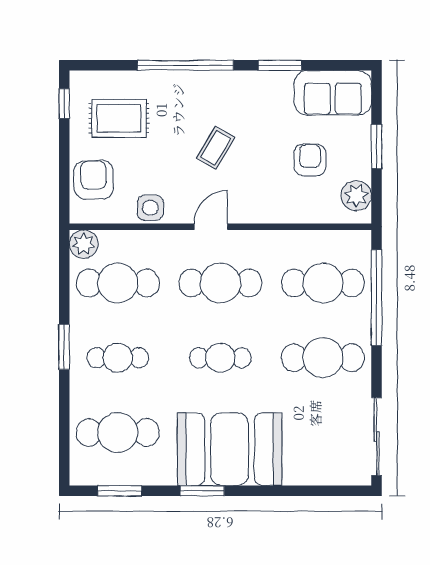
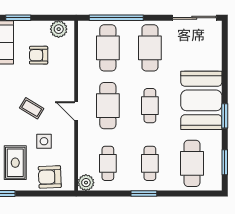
window: (377, 146) -> (18, 18), moved
side table: (150, 208) -> (44, 141), moved
cafe table: (118, 283) -> (108, 163), width x0.73, depth x0.74

